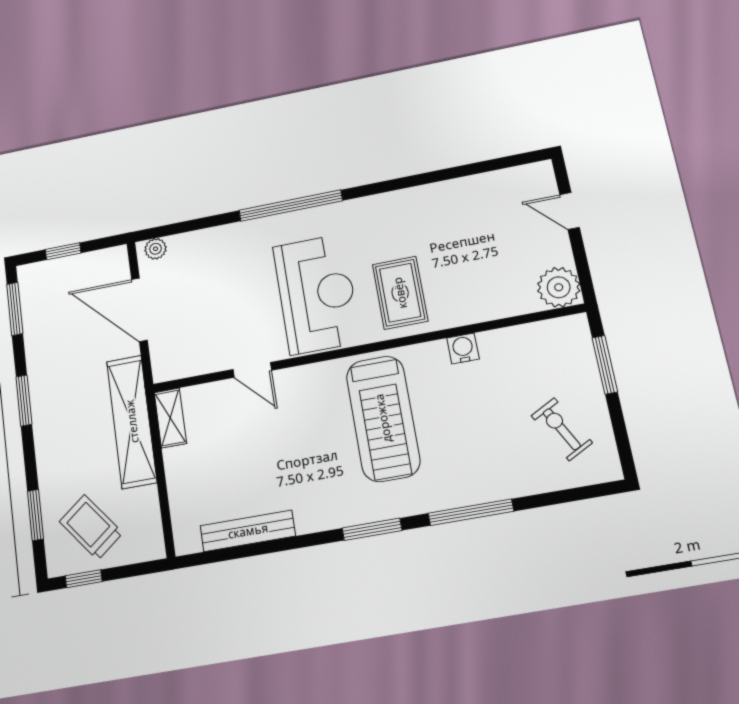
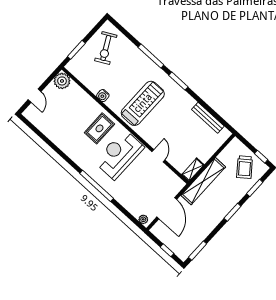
window: (24, 401) -> (233, 212), moved
exercise bike: (562, 429) -> (106, 48), width x1.38, depth x1.39

